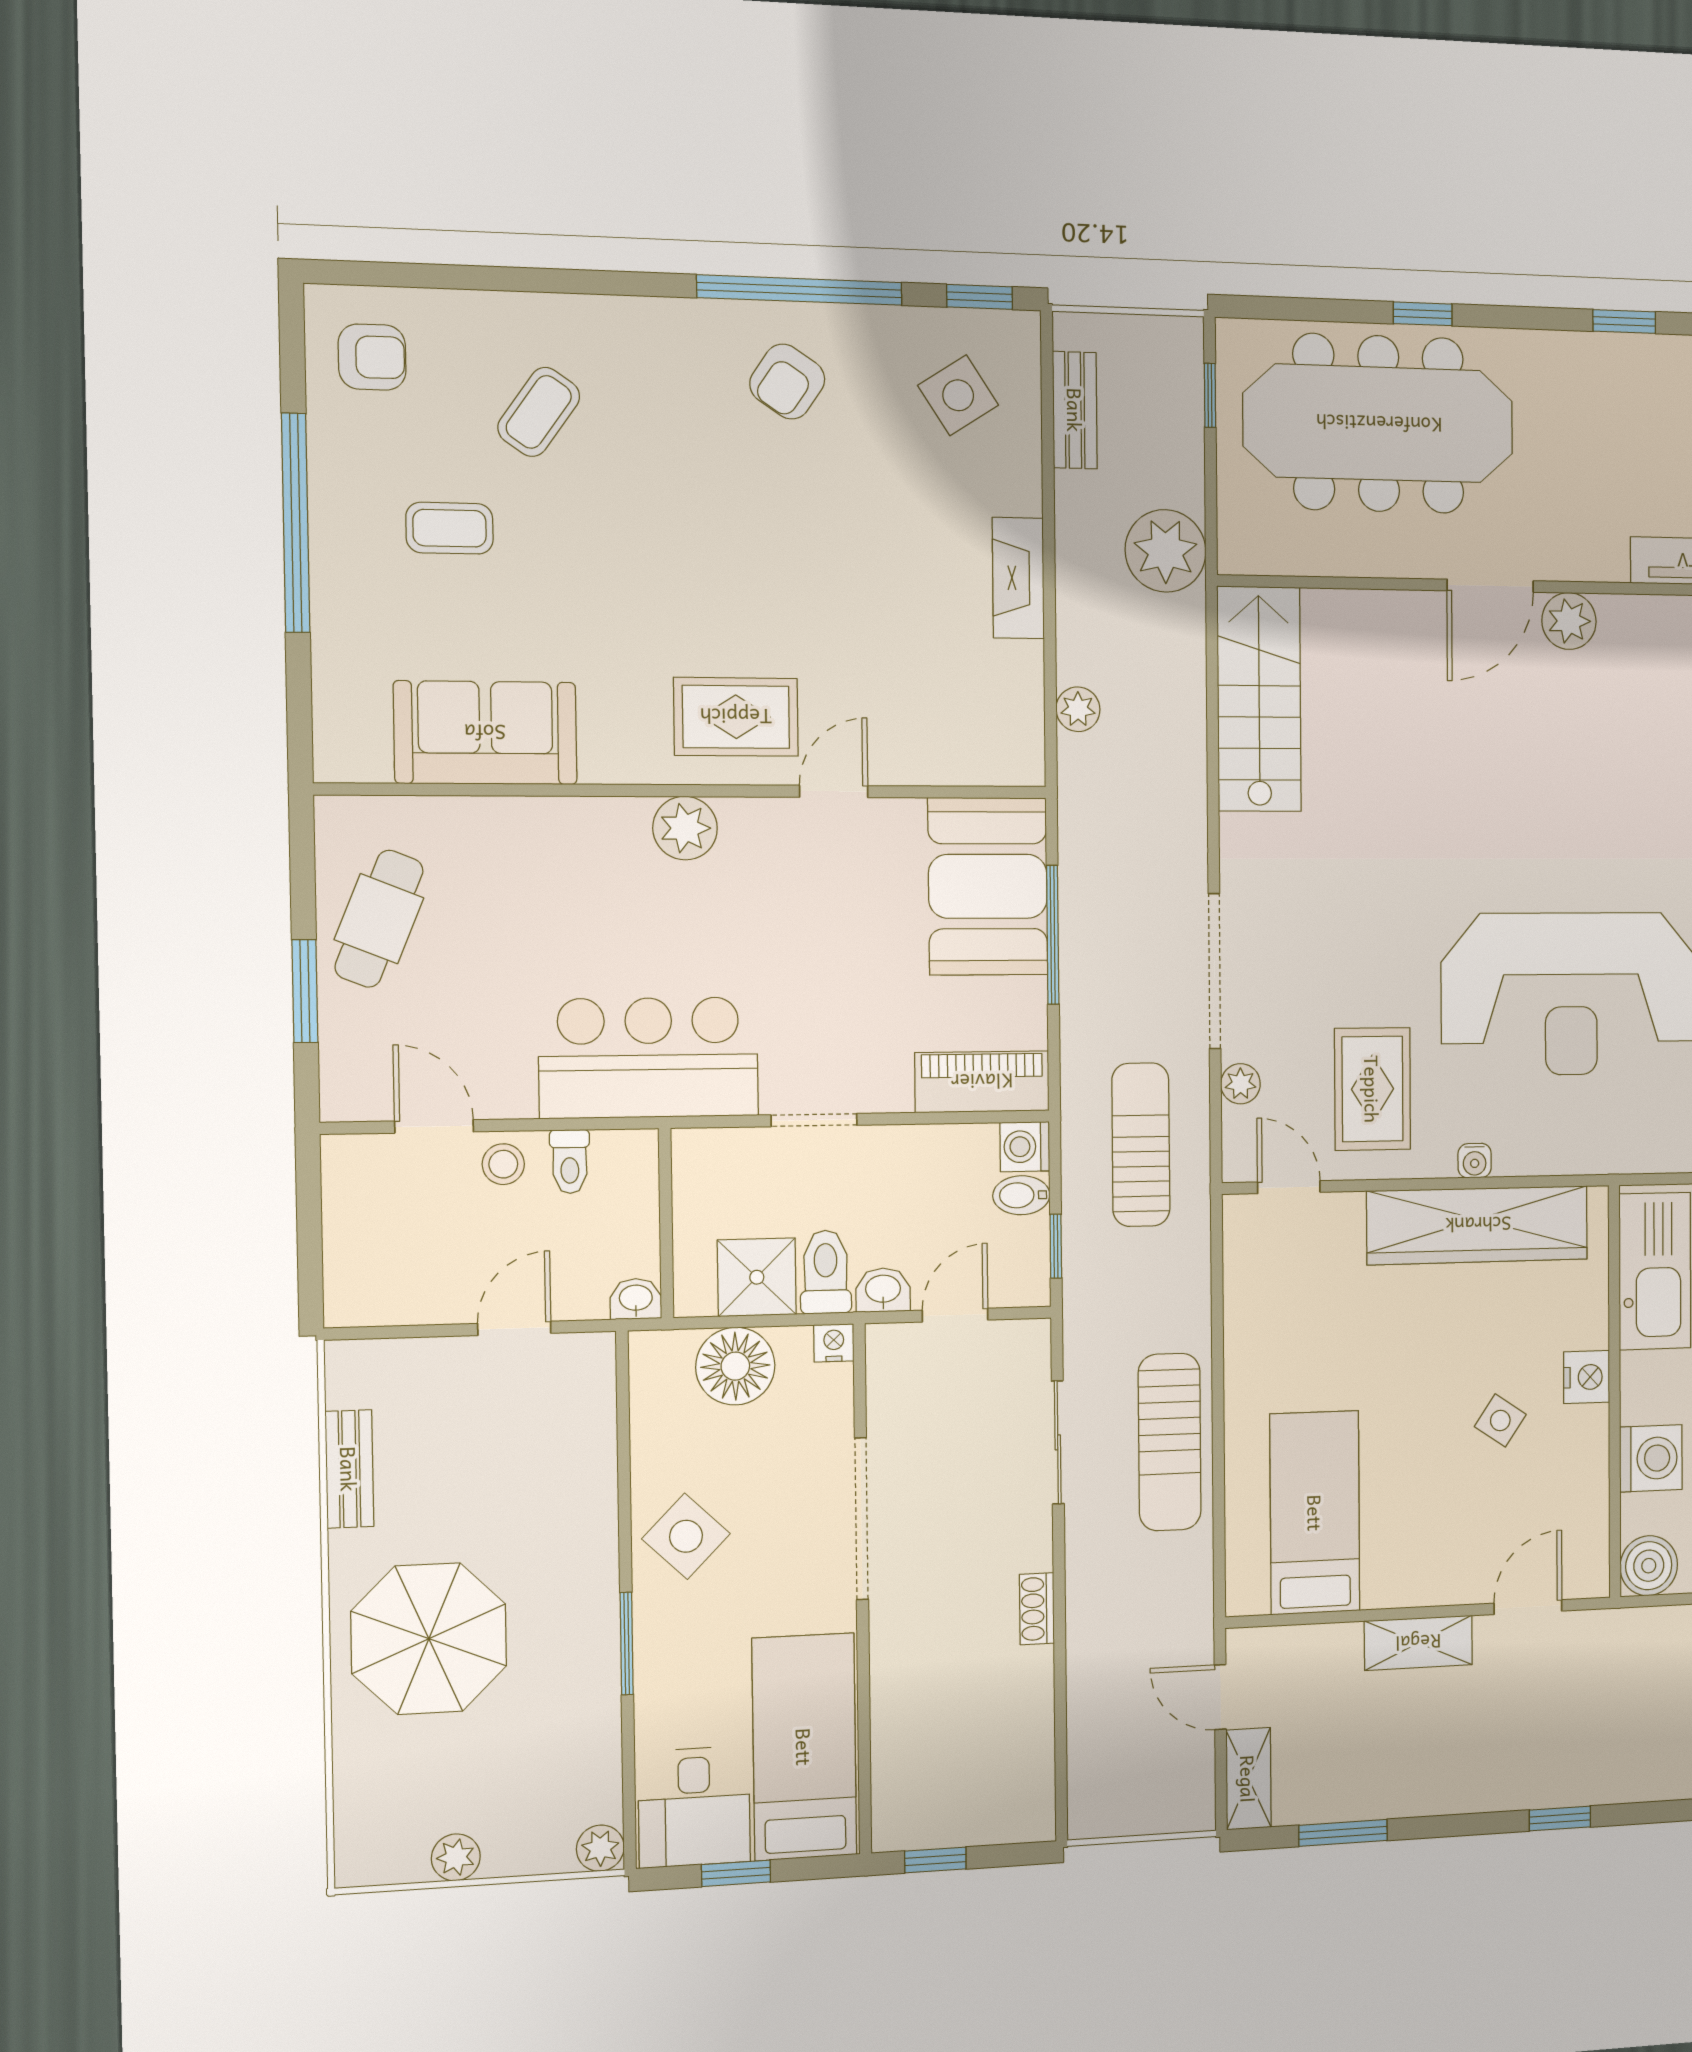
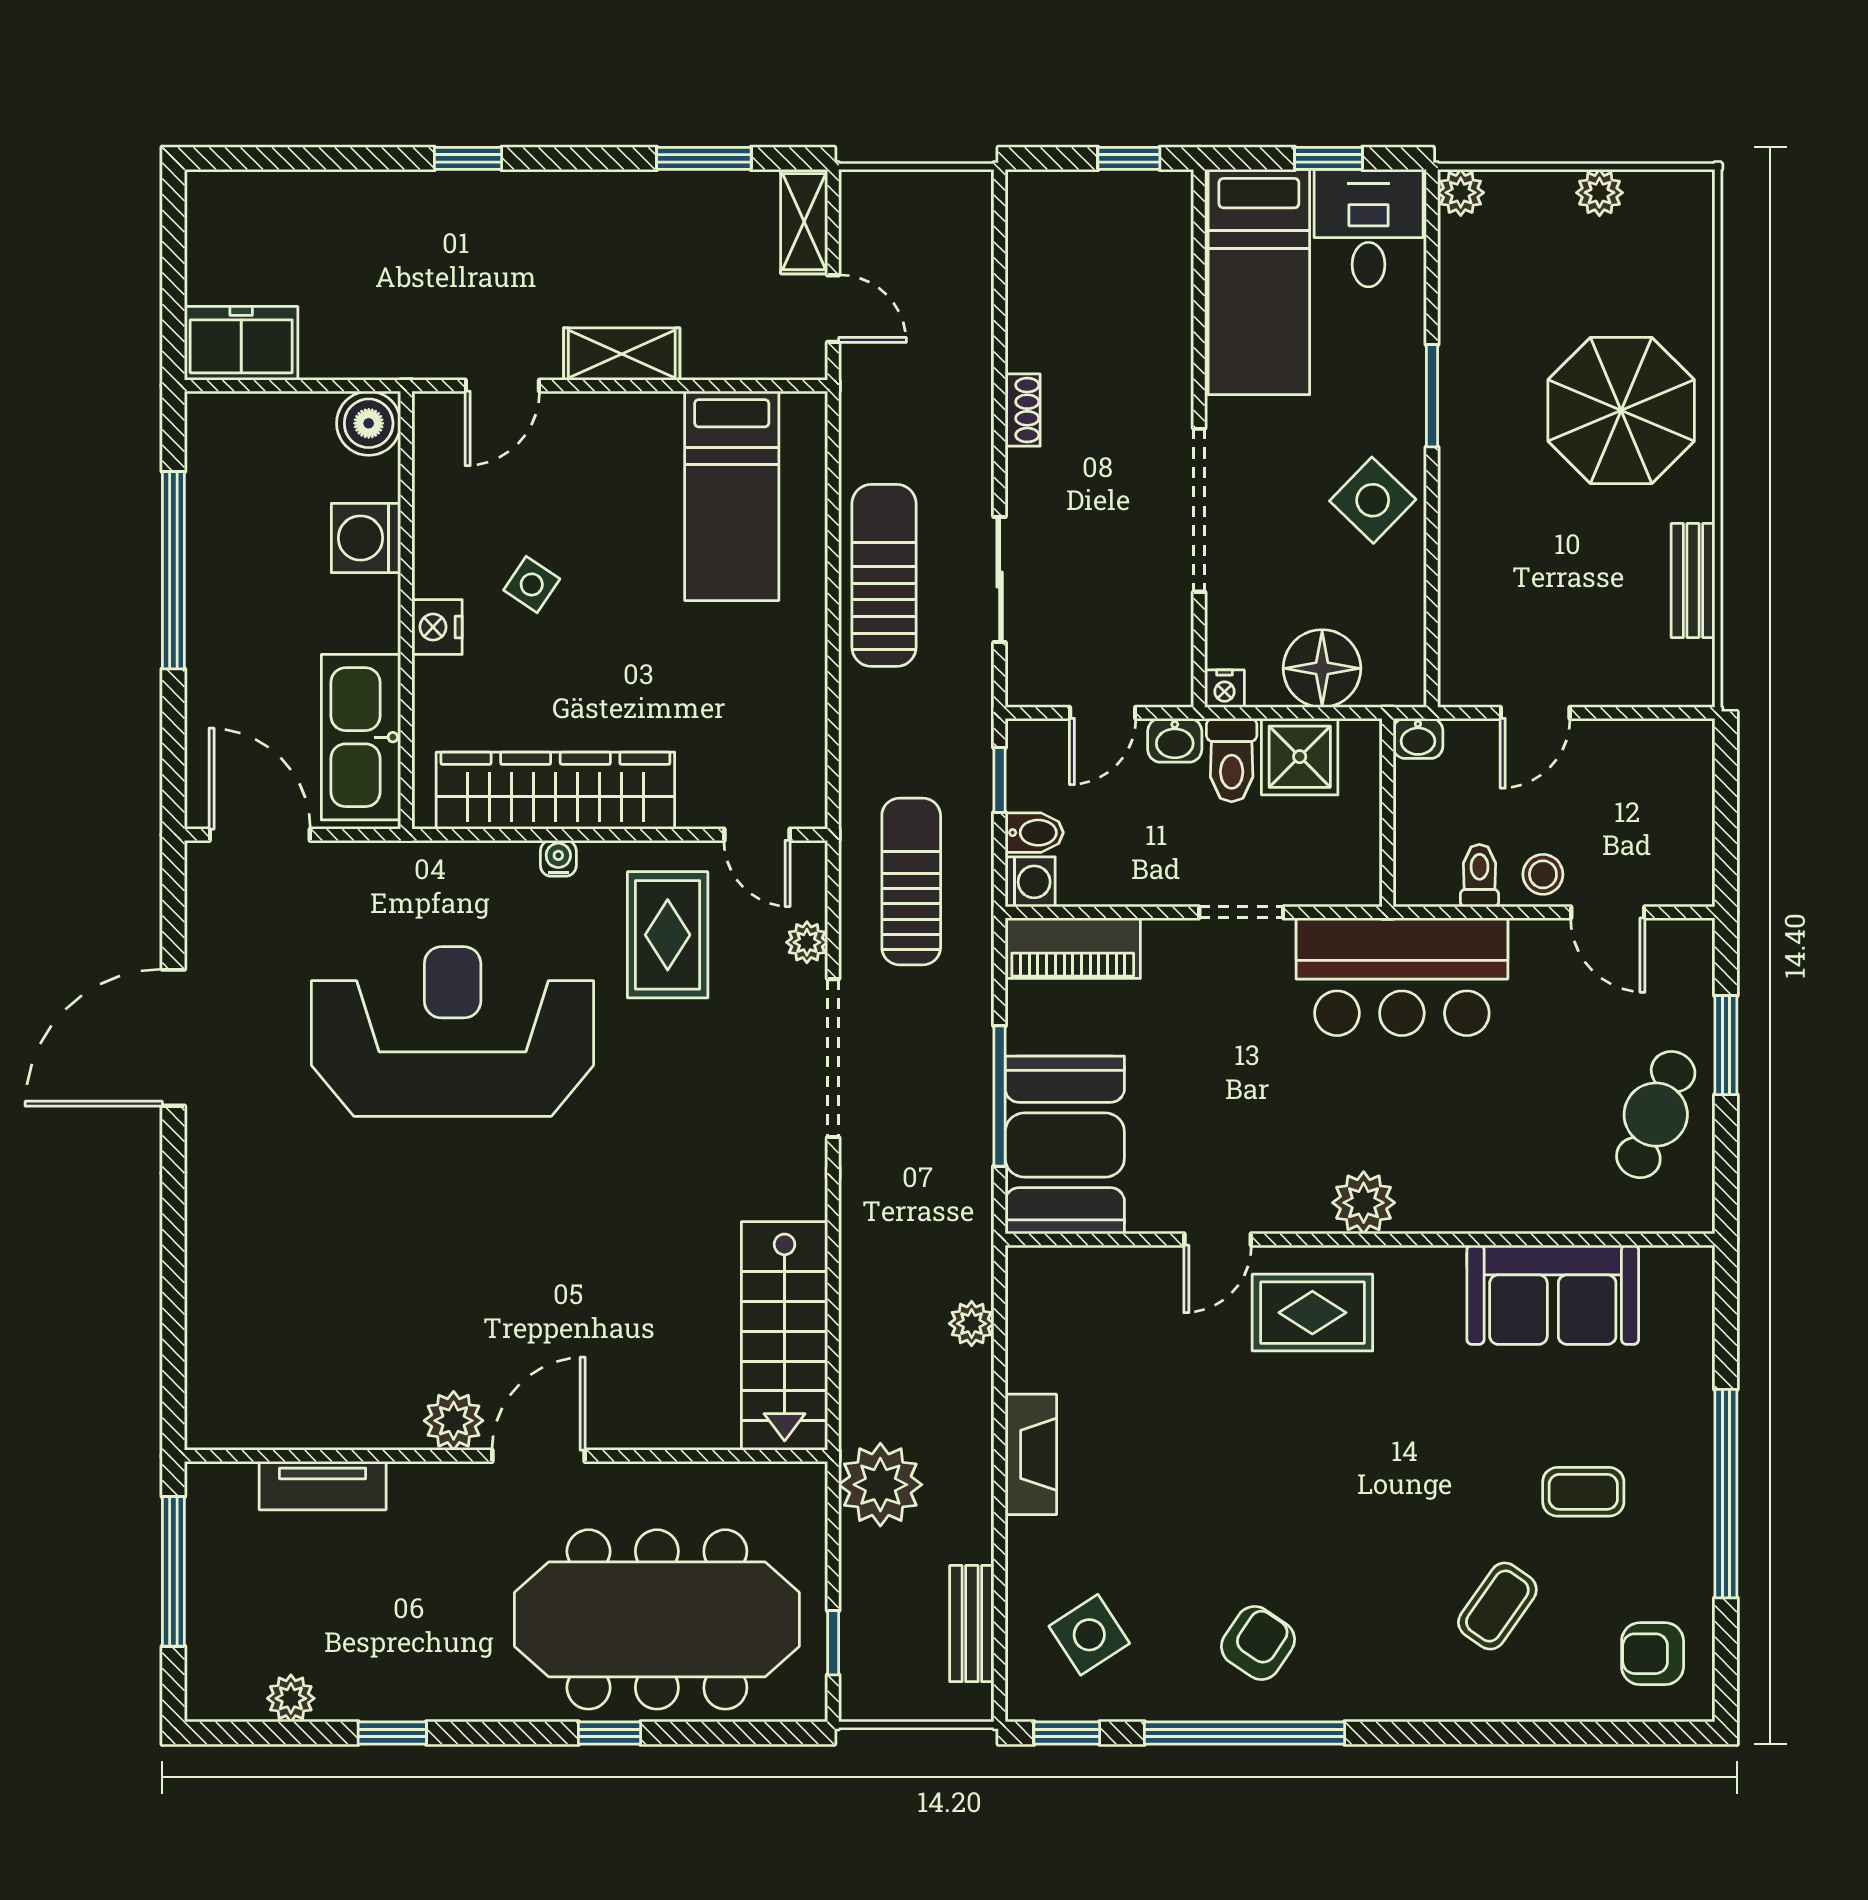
sun lounger: (1141, 1145) -> (911, 882), turned 180

